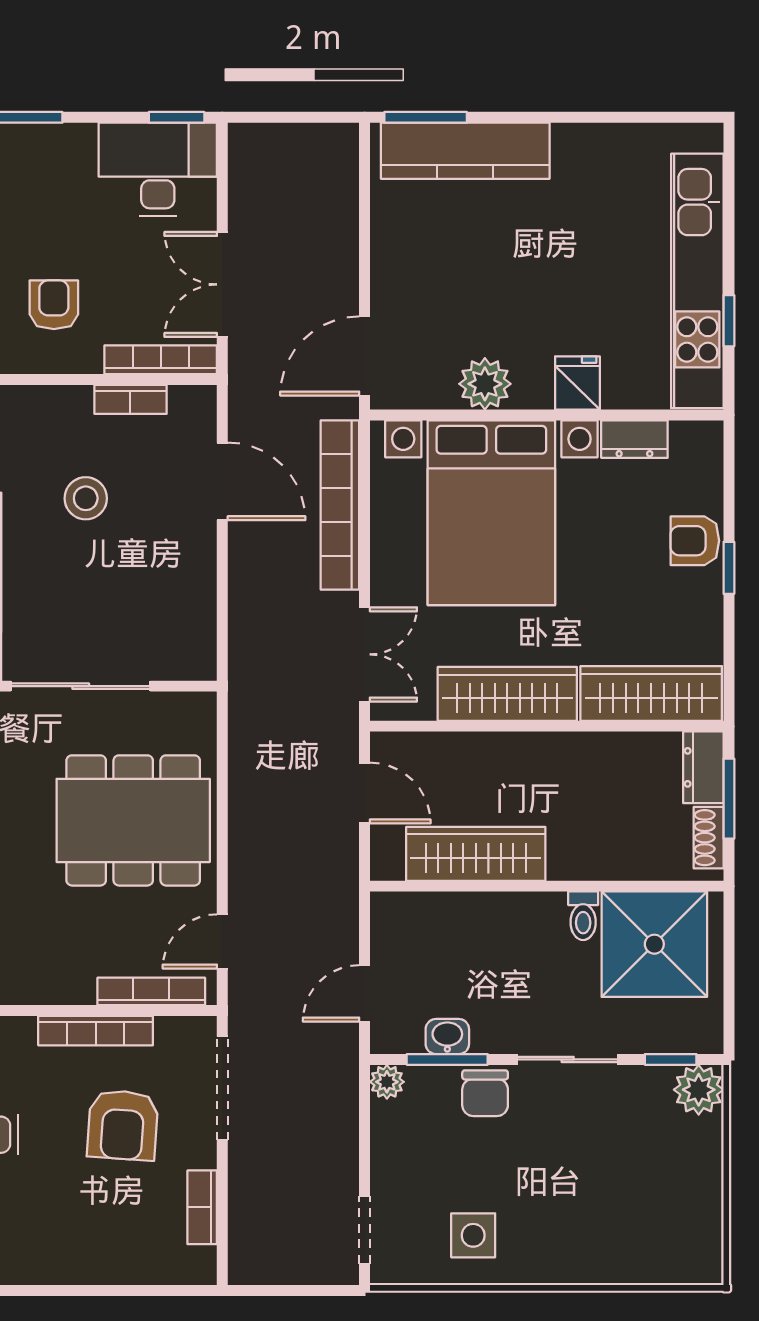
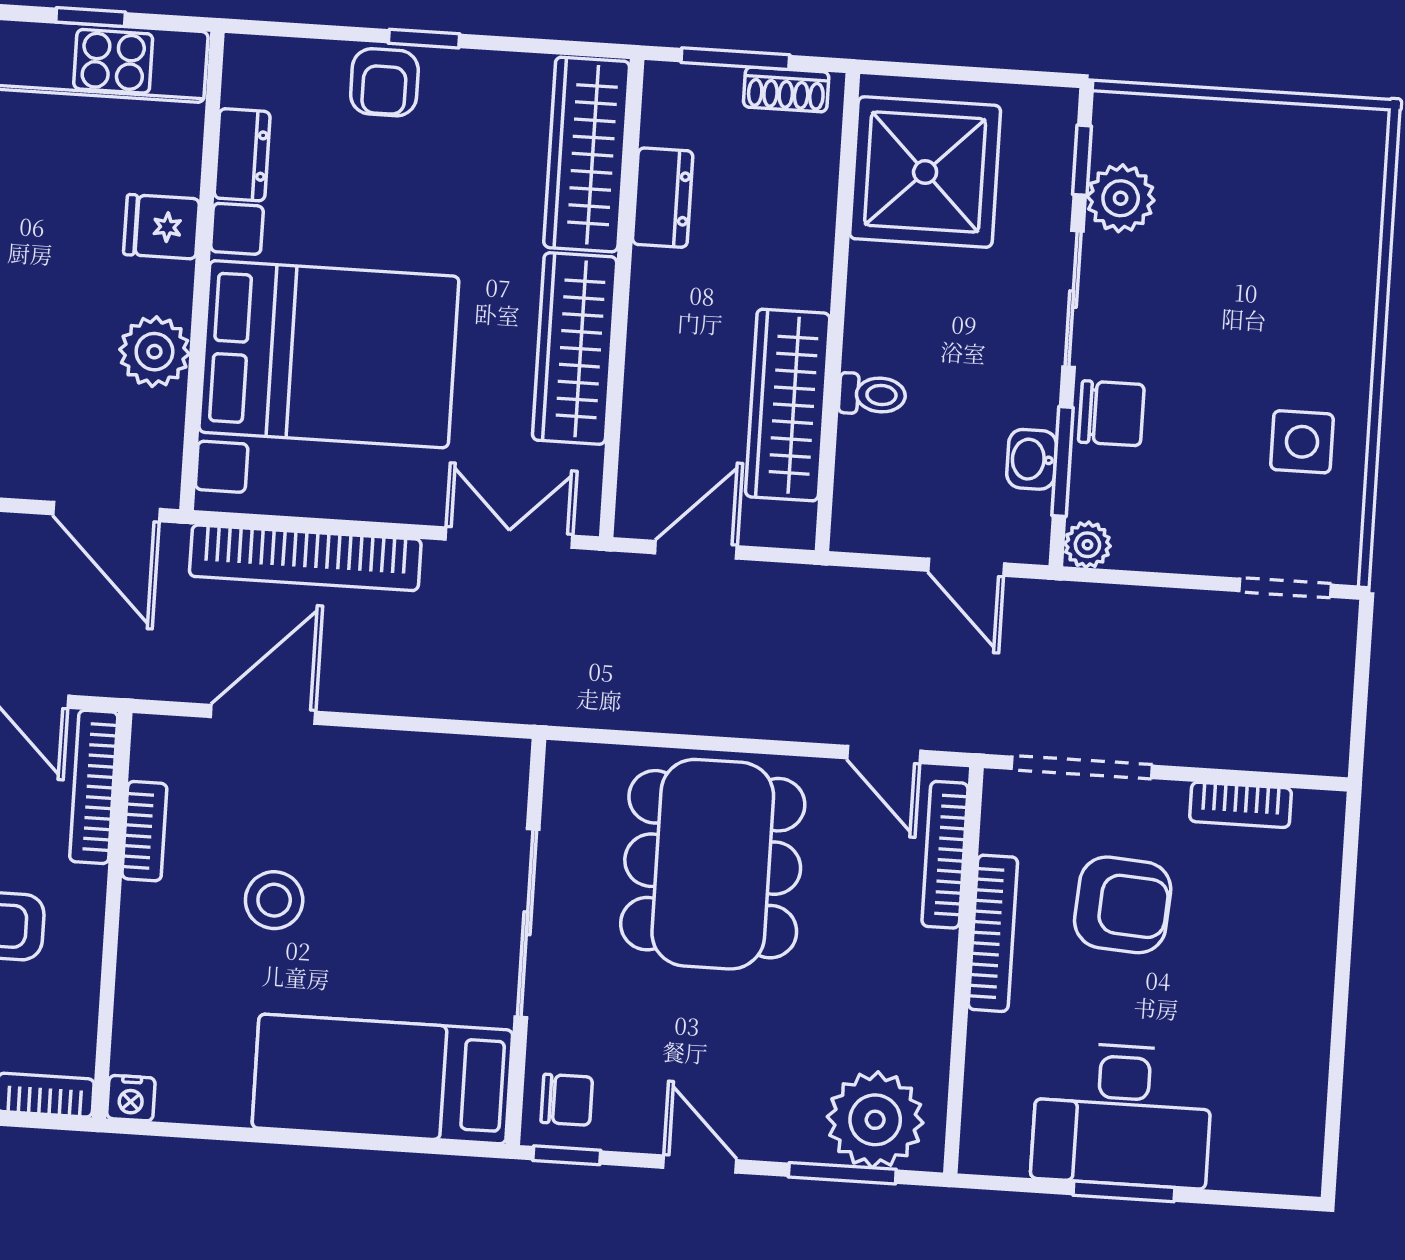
dresser: (703, 767) -> (663, 198), moved, turned -90
toilet: (583, 916) -> (872, 394), moved
plant: (699, 1090) -> (1121, 198), moved

